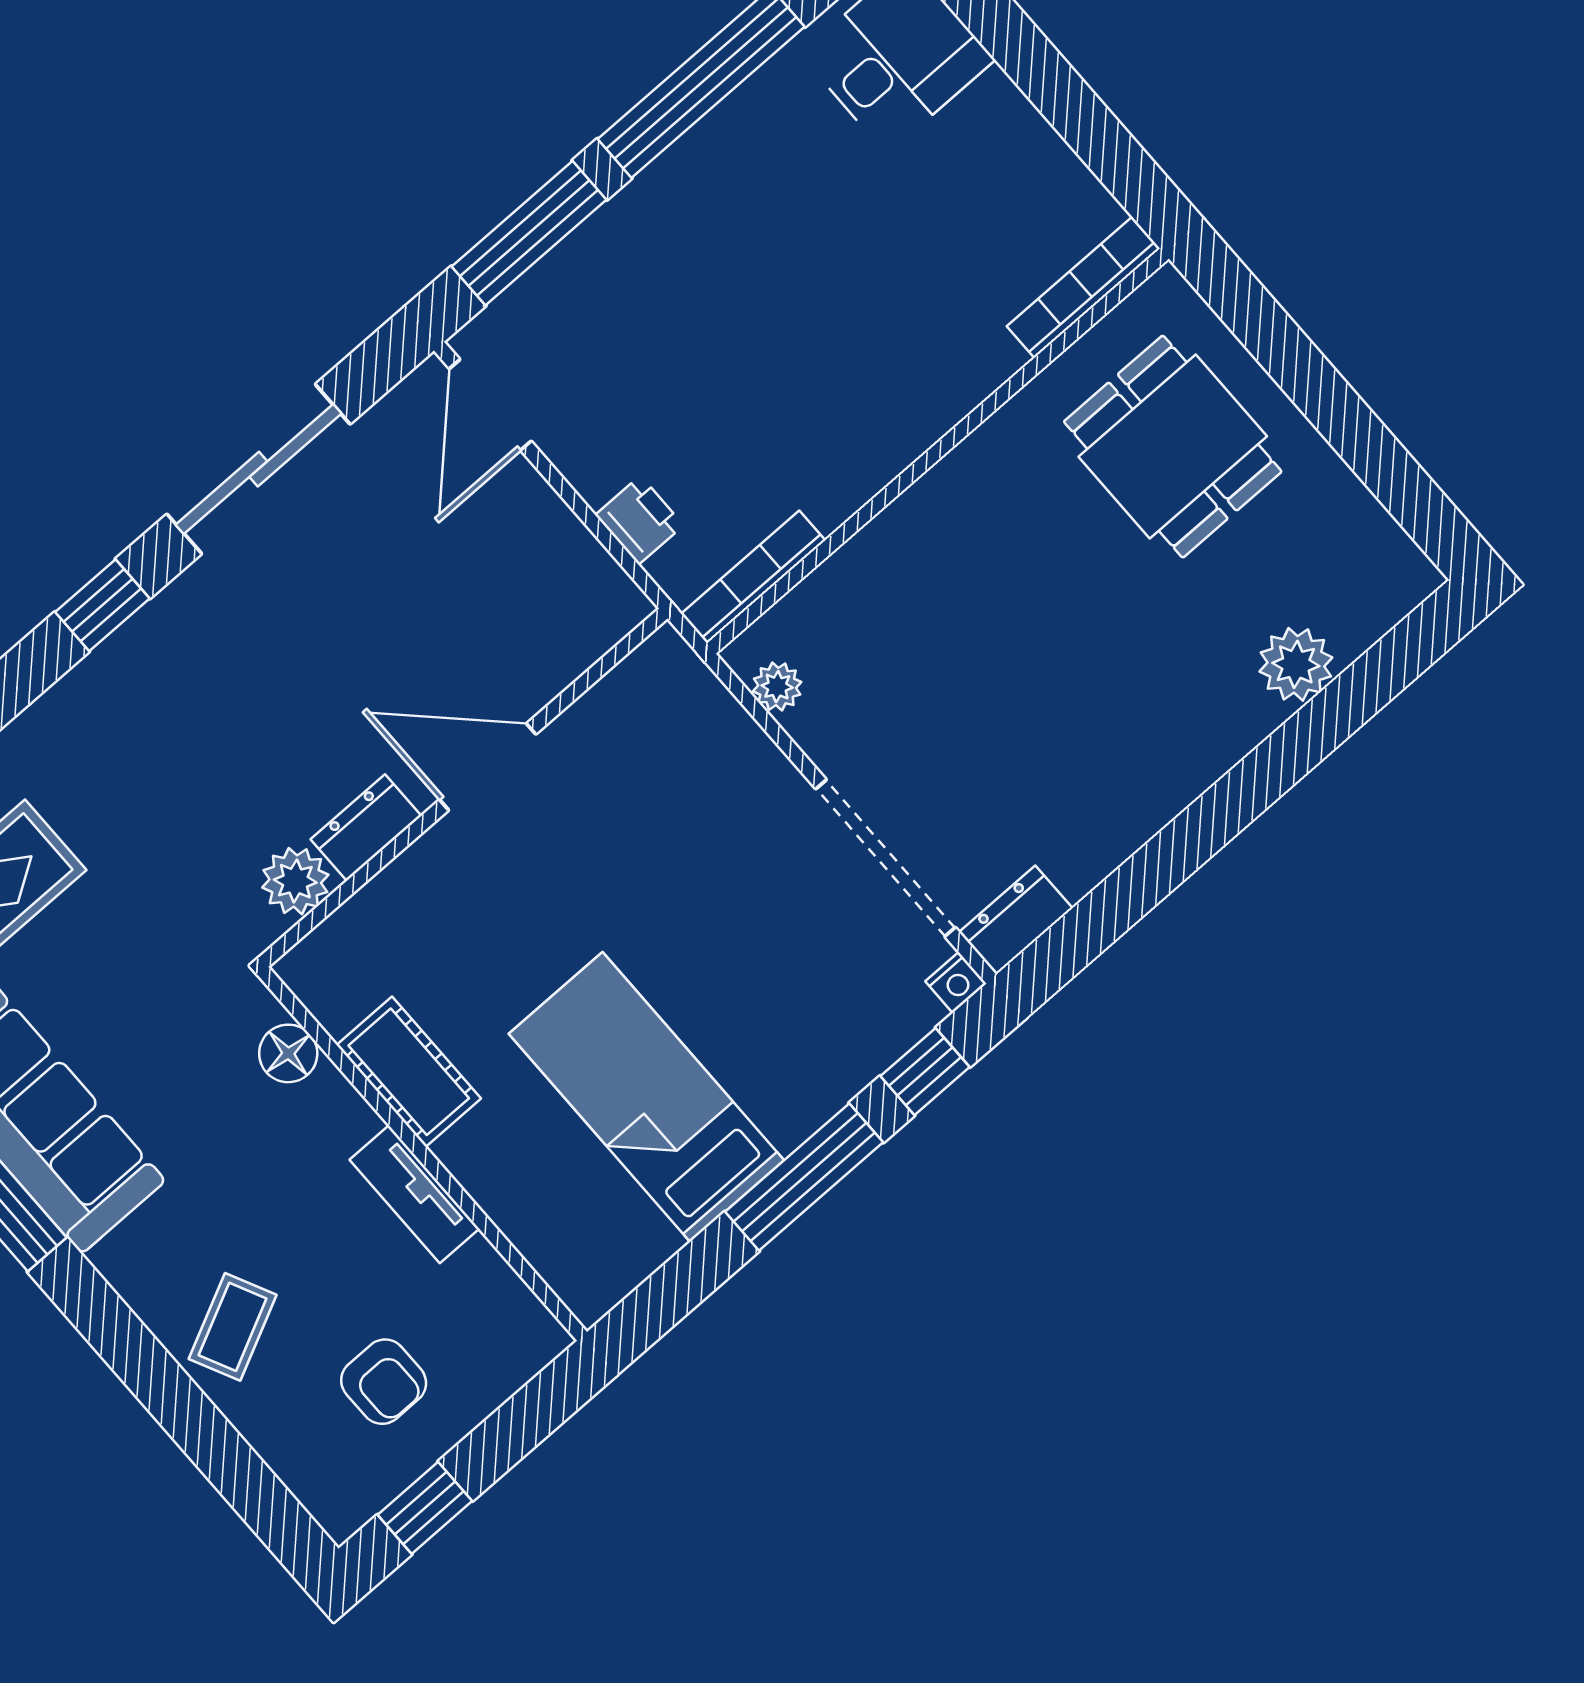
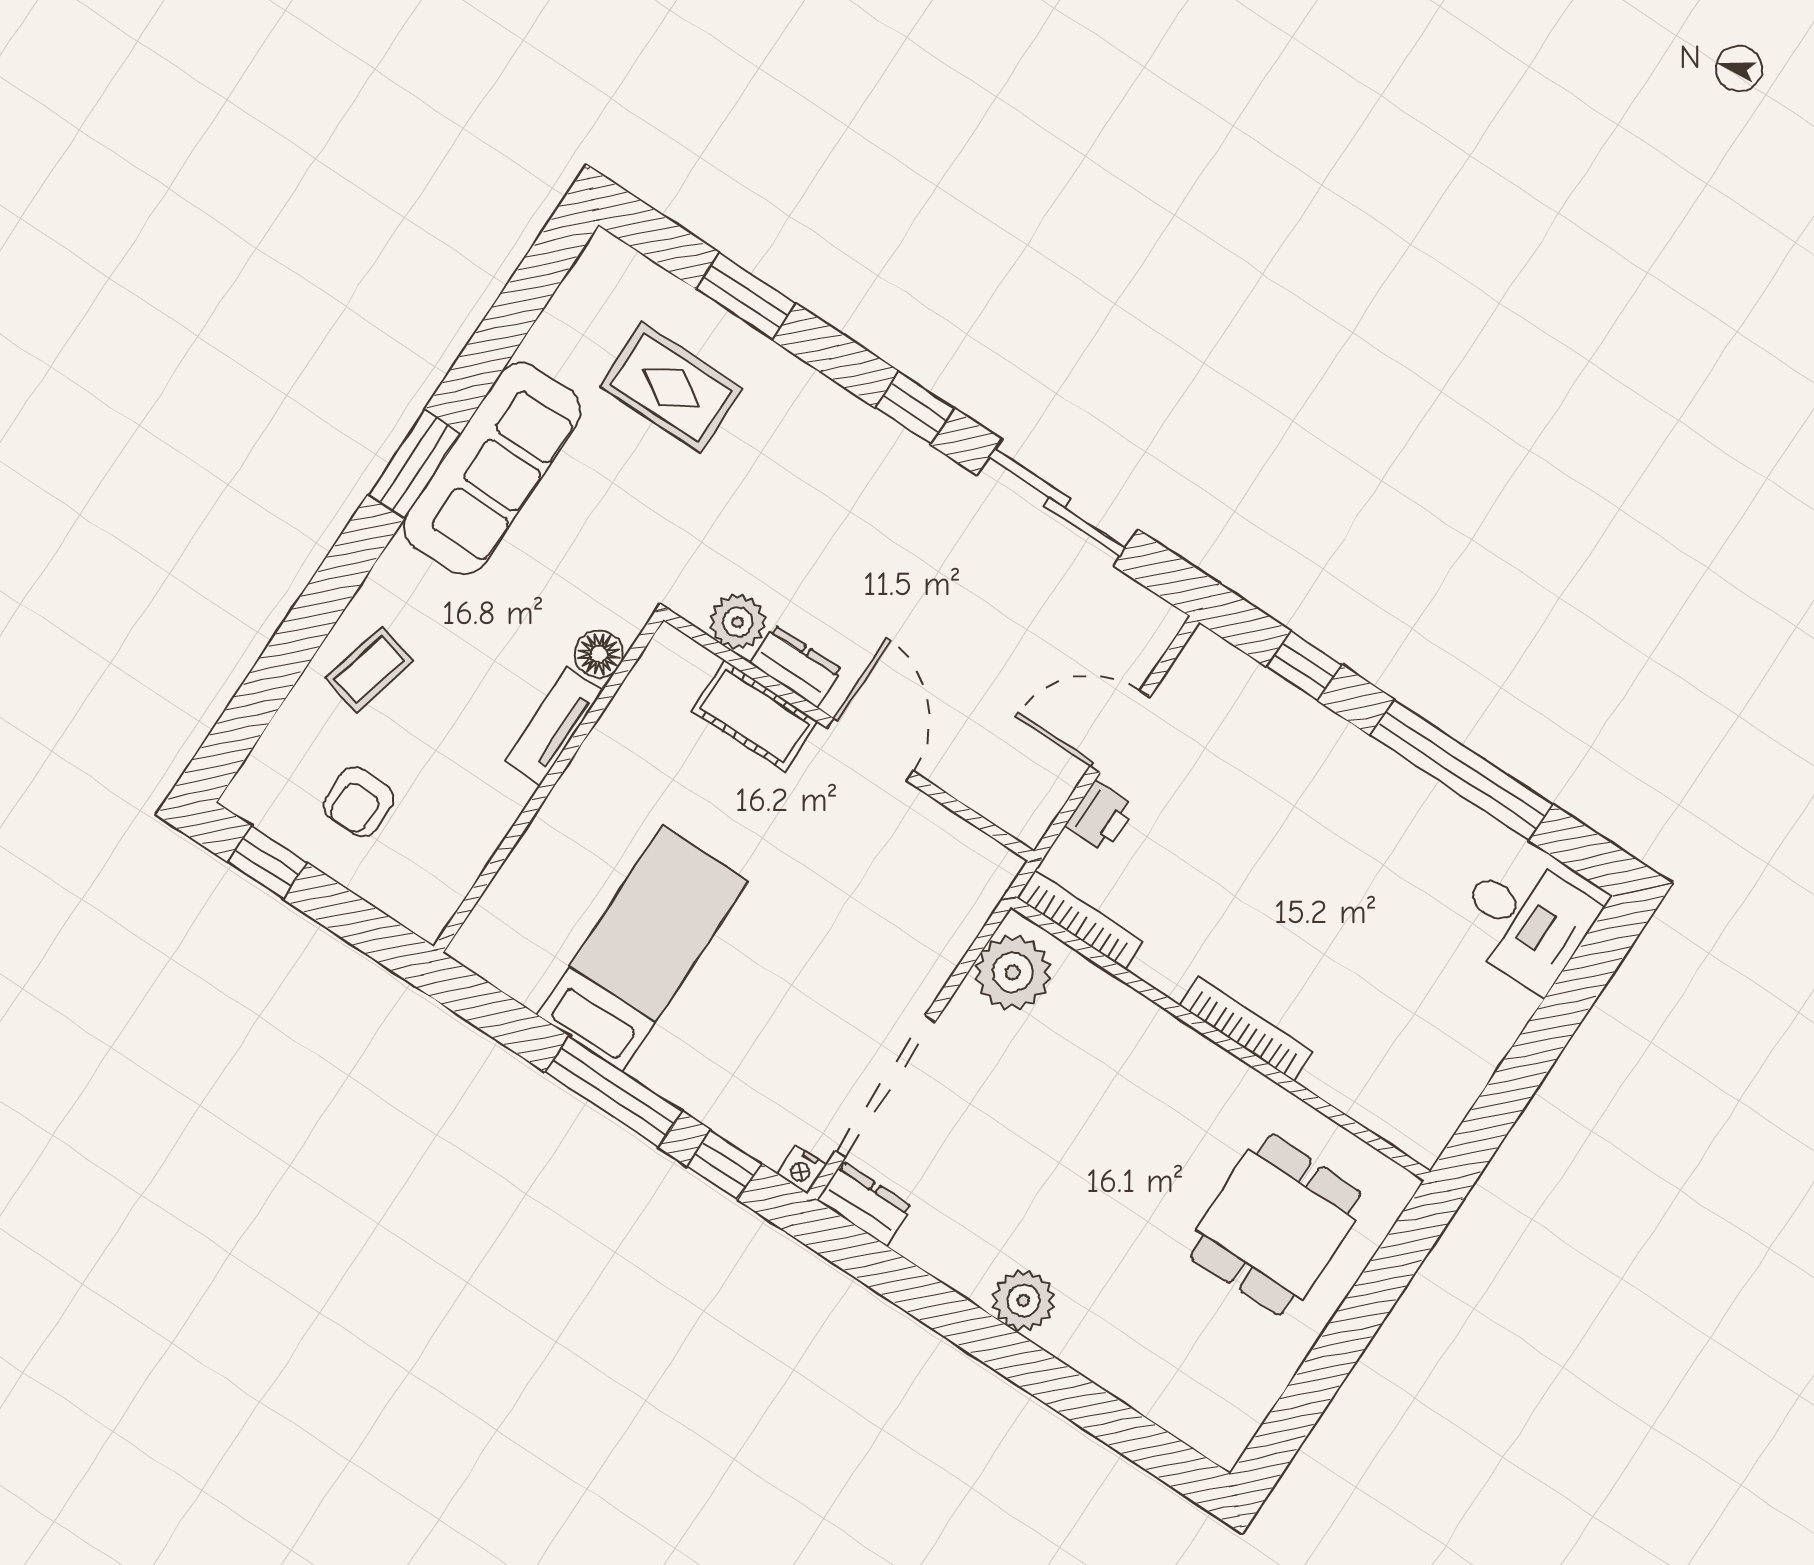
window: (529, 233) -> (1304, 666), width x0.46
bookcase: (1083, 287) -> (1246, 1028), moved
door: (490, 405) -> (1120, 732), moved
plant: (1296, 664) -> (1023, 1300), moved
plant: (777, 687) -> (1013, 972), width x1.88, depth x1.88
cot: (409, 1072) -> (755, 716), moved, turned 90
tv unit: (415, 1194) -> (554, 726), moved
coffee table: (233, 1327) -> (369, 670), turned -50

